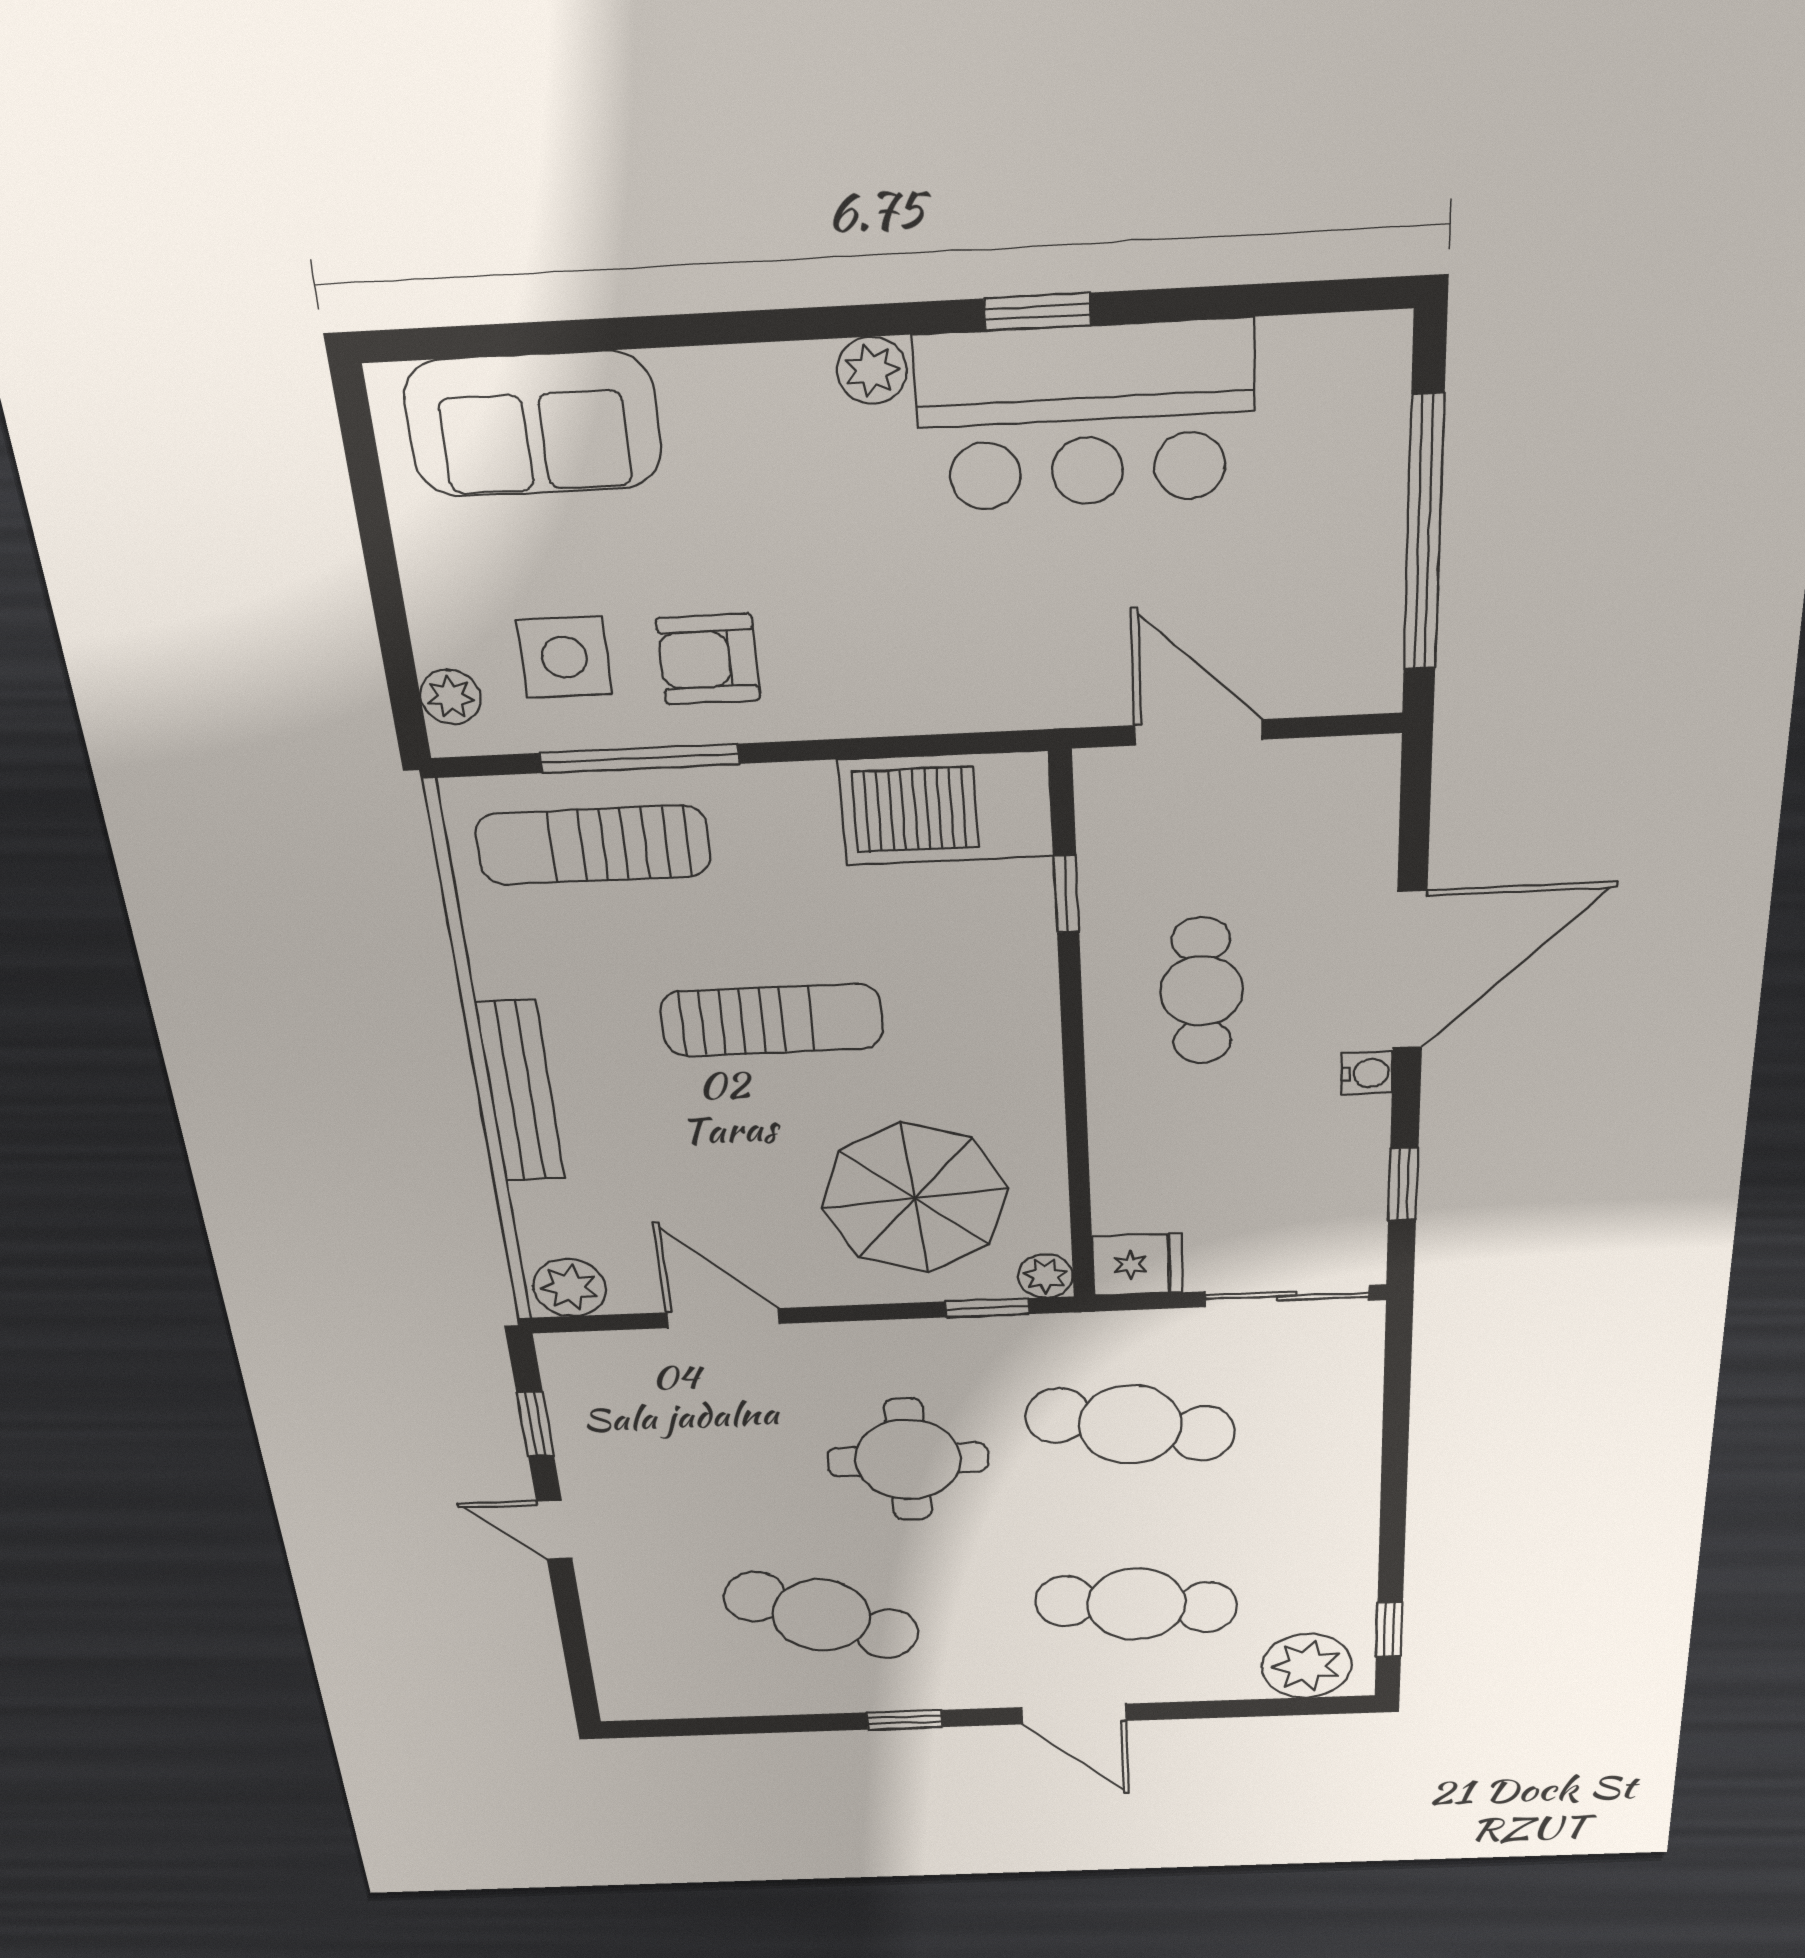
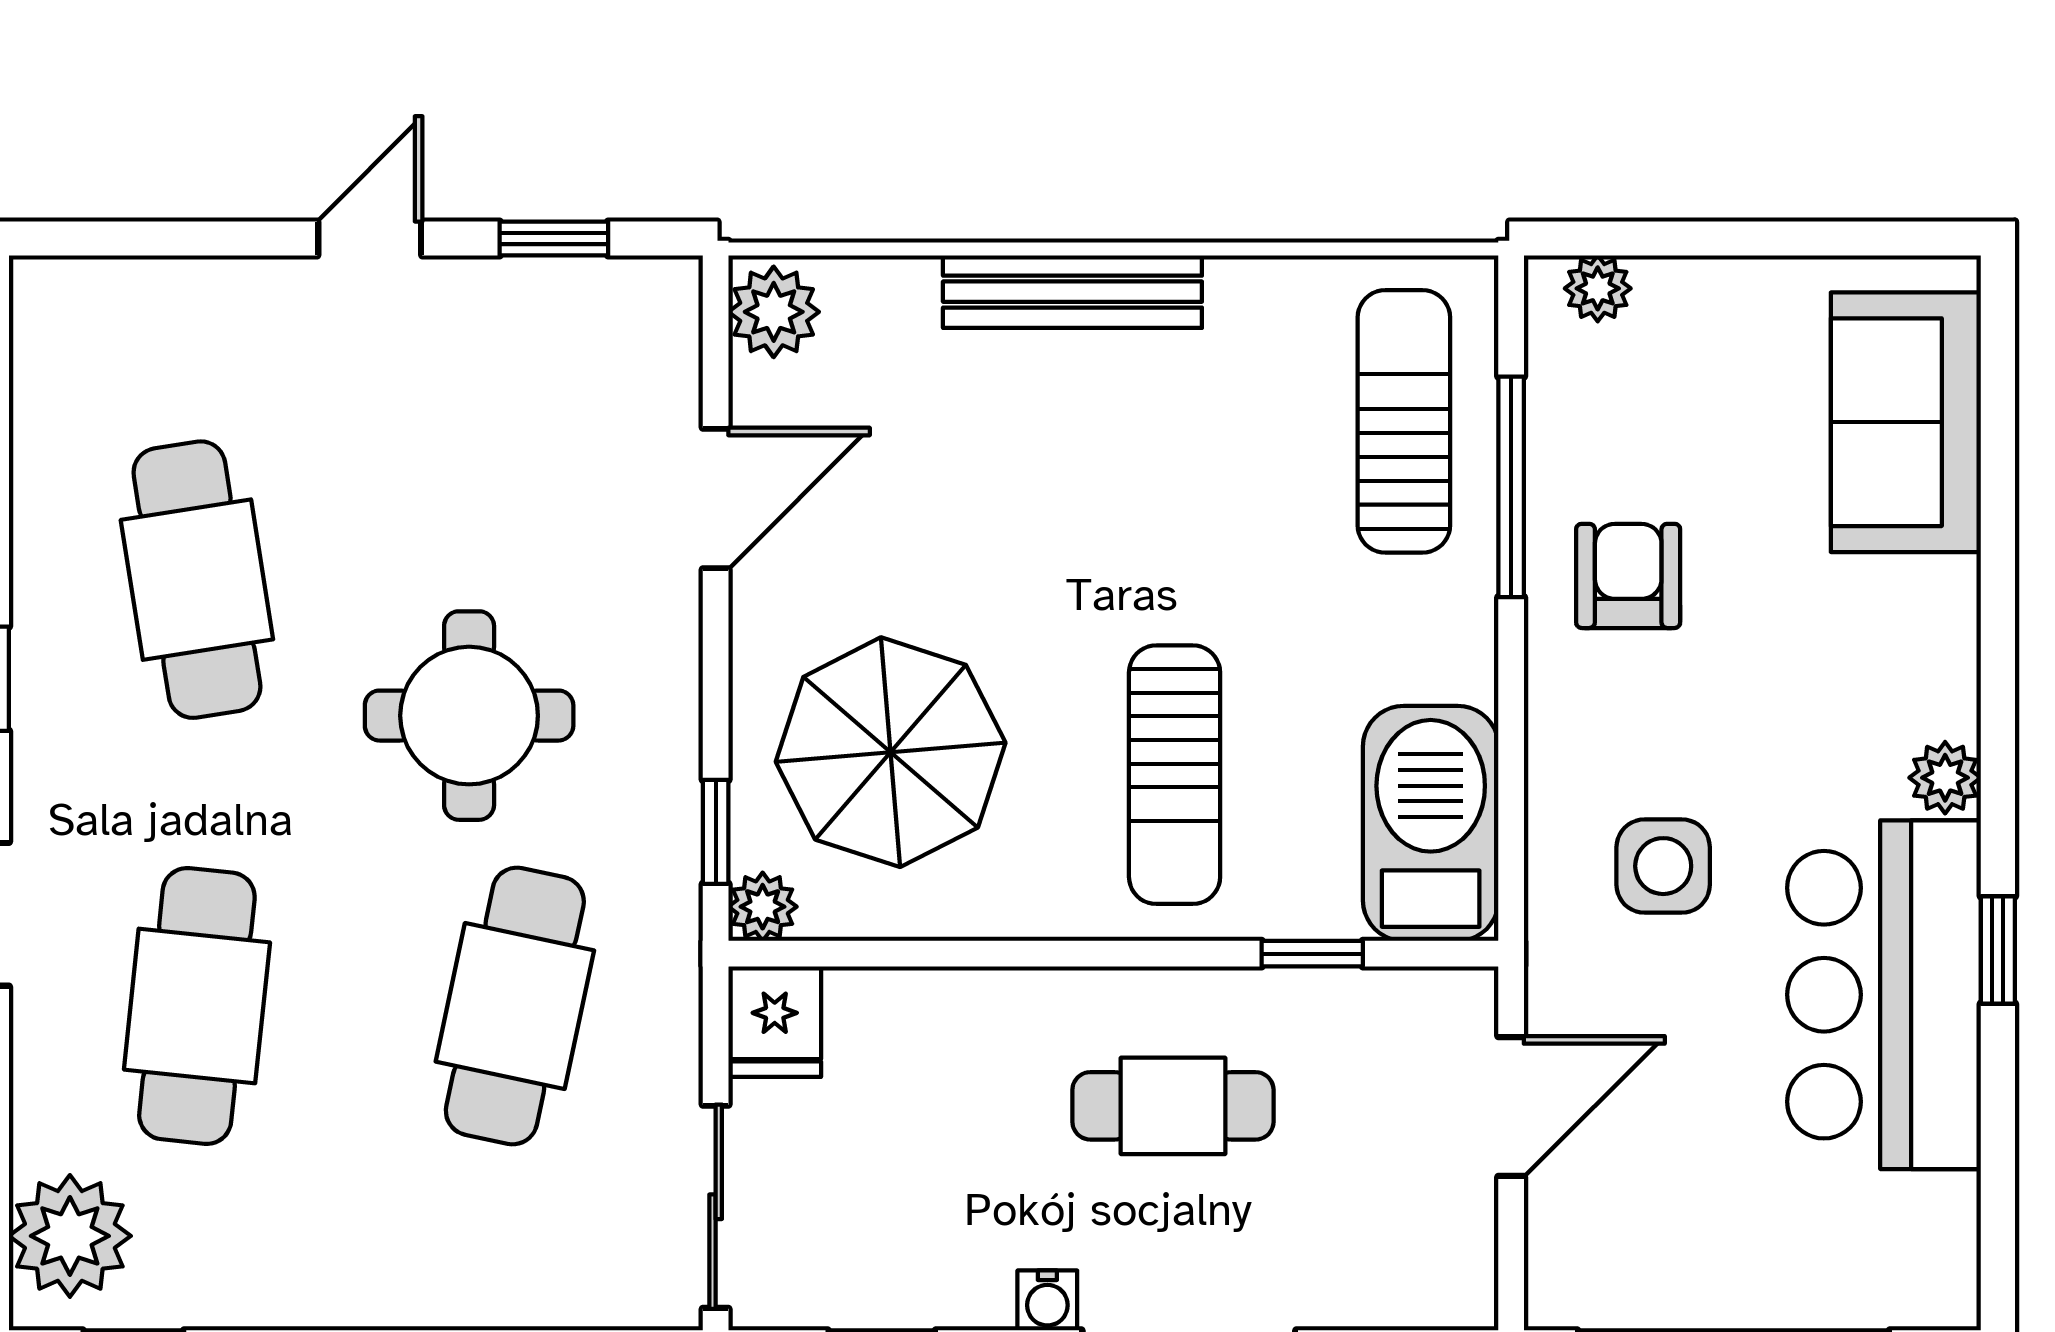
side table: (564, 657) -> (1663, 866), moved
sun lounger: (772, 1020) -> (1175, 775), moved
cafe table: (821, 1615) -> (197, 580), turned -33

